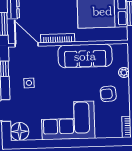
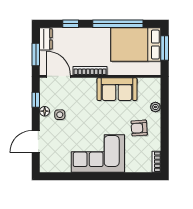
sofa: (85, 56) -> (117, 89), width x0.73
floor lamp: (20, 131) -> (45, 111), moved, width x0.53, depth x0.53

